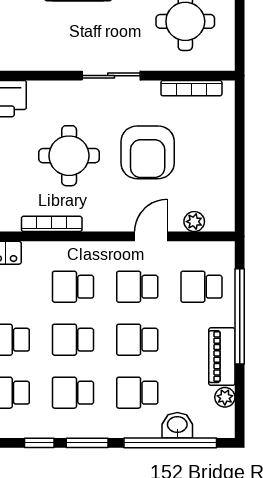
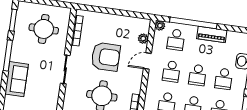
door: (151, 236) -> (147, 61), hinge flipped
plant: (225, 397) -> (160, 26), moved

